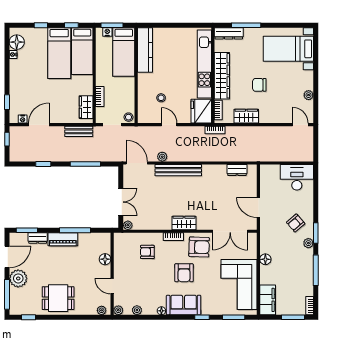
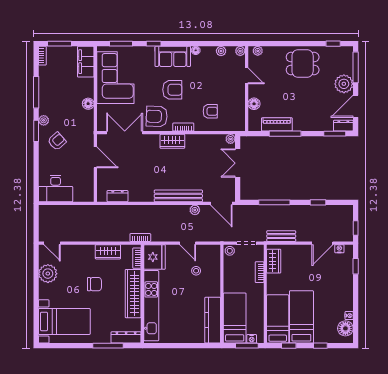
plant: (309, 95) -> (48, 274), width x1.88, depth x1.88
dresser: (38, 238) -> (343, 126), moved
piano: (63, 239) -> (277, 124), moved
armchair: (184, 273) -> (172, 90), turned 90

